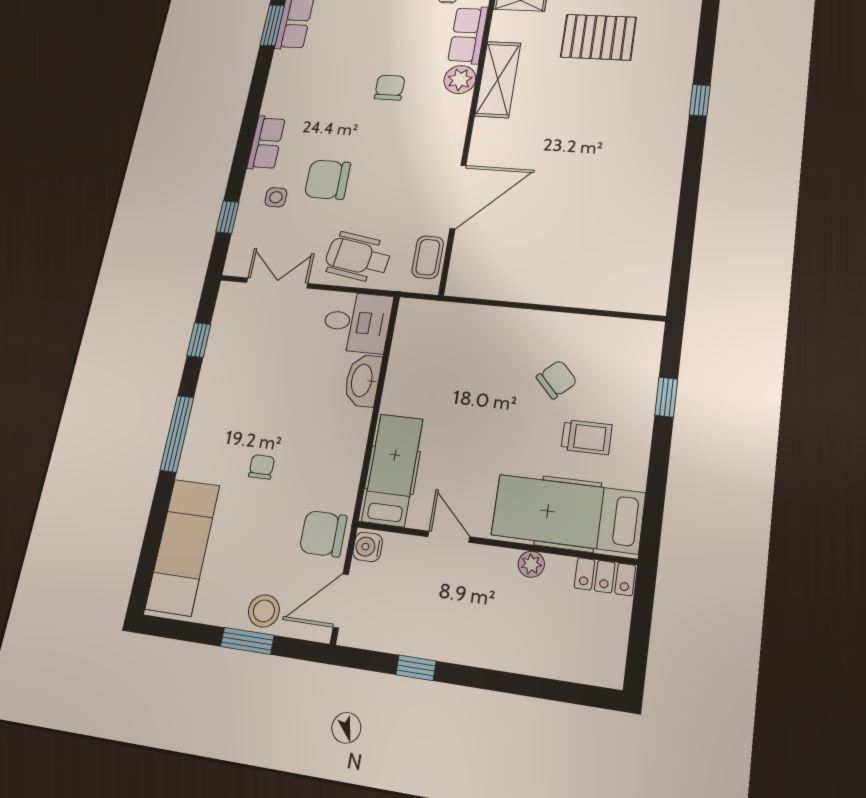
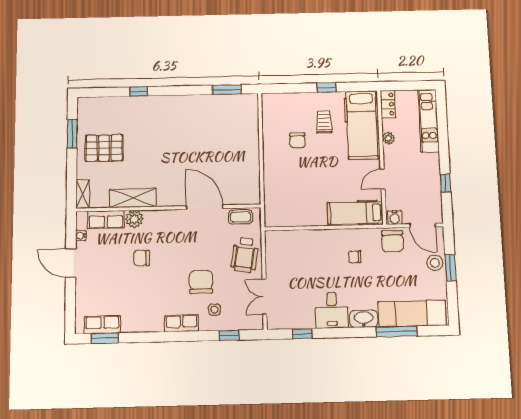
pallet: (598, 37) -> (104, 148), turned 90
chair: (327, 180) -> (201, 282), turned 180
window: (682, 258) -> (227, 90), added
desk: (357, 322) -> (332, 310), moved, turned 180
chair: (557, 379) -> (297, 140), turned -137
washbasin: (363, 380) -> (364, 319), moved, turned 180
window: (666, 397) -> (327, 87), moved
window: (177, 434) -> (396, 331), moved
chair: (262, 467) -> (355, 257), moved
kitchen unit: (555, 659) -> (429, 121), added

